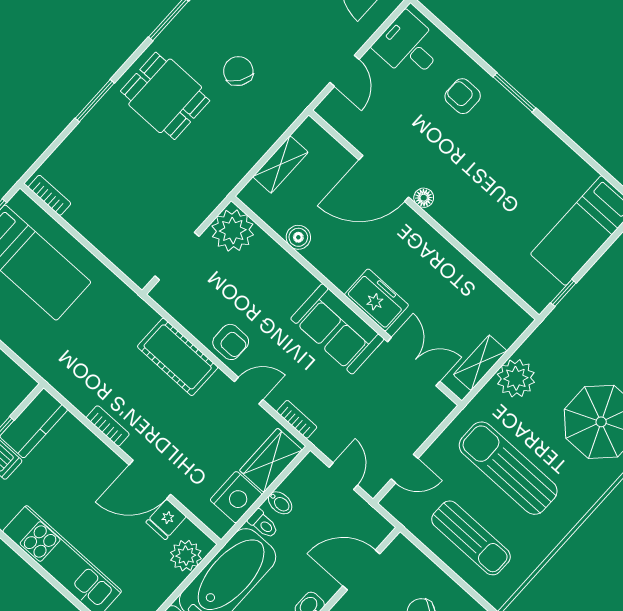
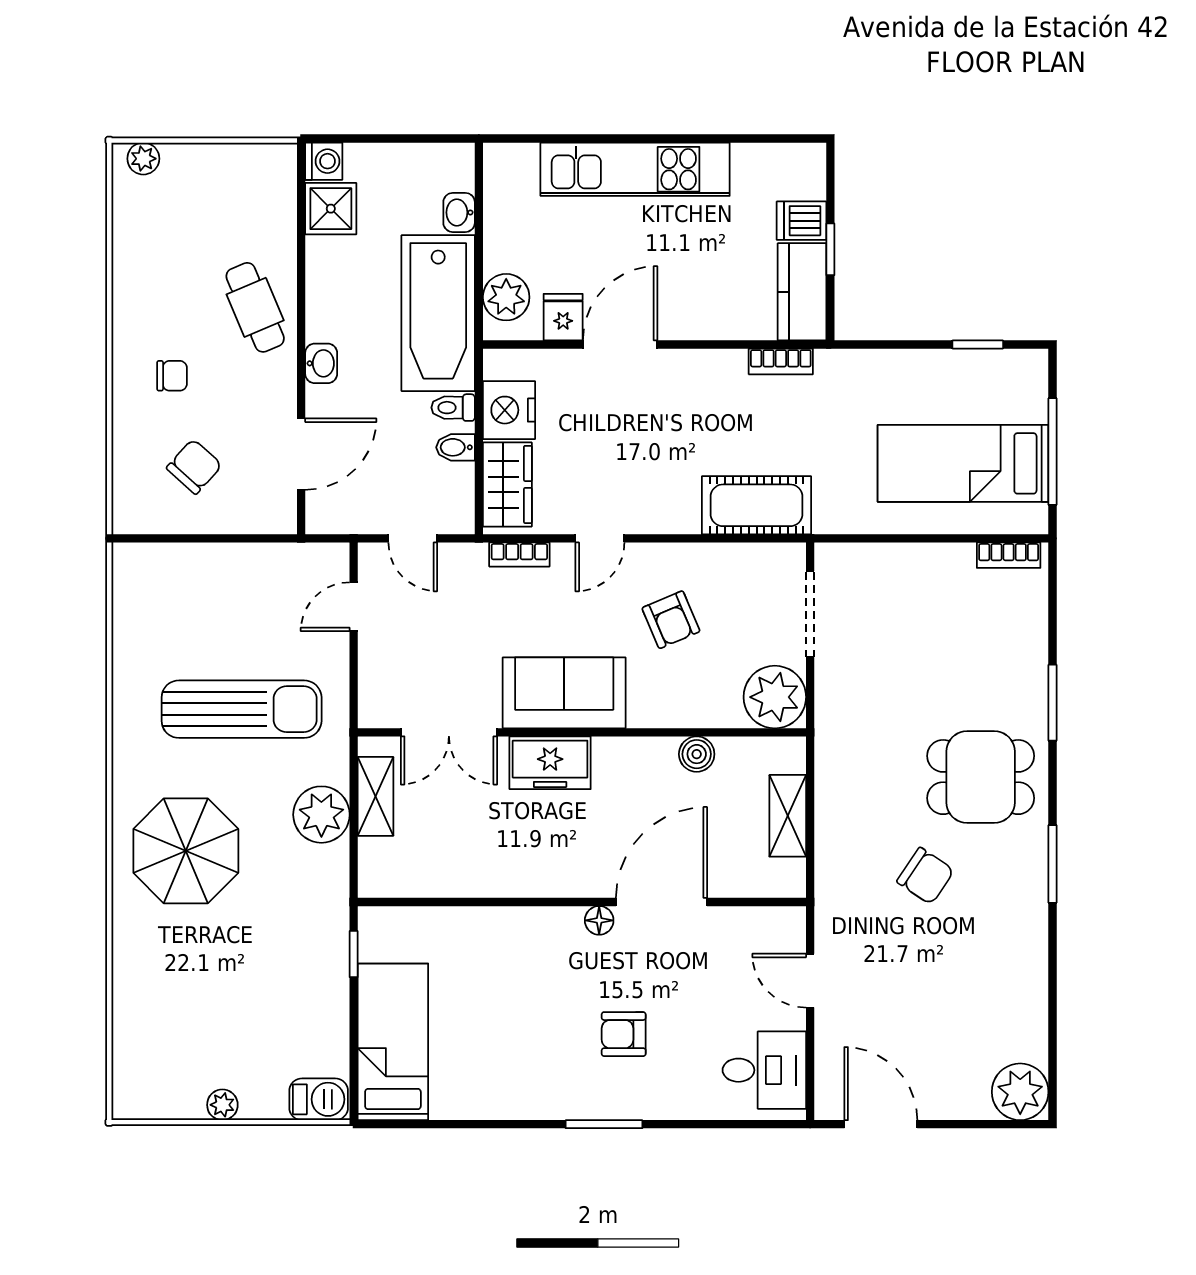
armchair: (463, 96) -> (624, 1034), moved, turned 180
armchair: (231, 342) -> (671, 620), moved, turned -113
cot: (178, 357) -> (757, 505), moved
bookcase: (108, 426) -> (781, 361), moved
sun lounger: (471, 538) -> (213, 597), removed

